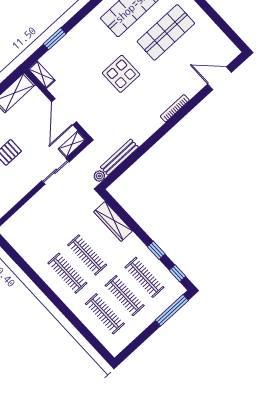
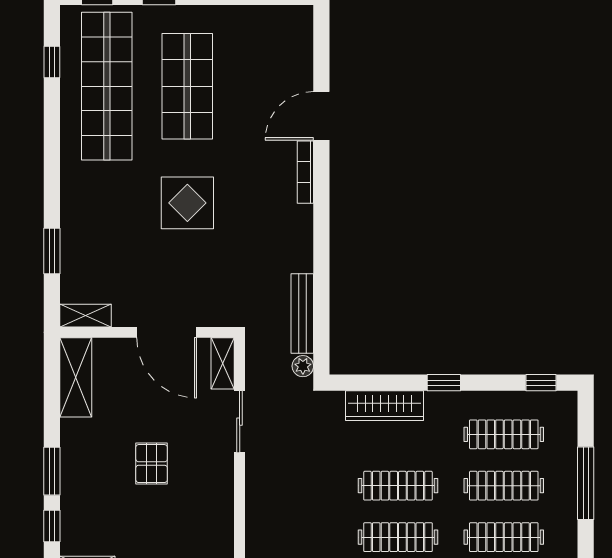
door: (220, 78) -> (321, 116), moved
window: (156, 250) -> (444, 383), moved
window: (172, 310) -> (586, 483), moved

